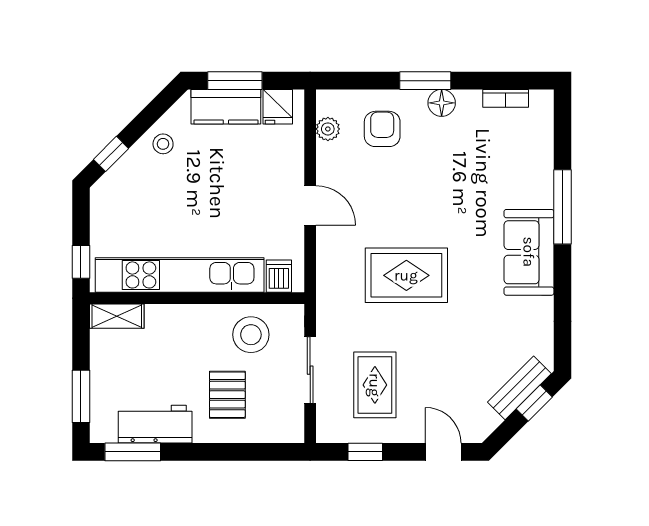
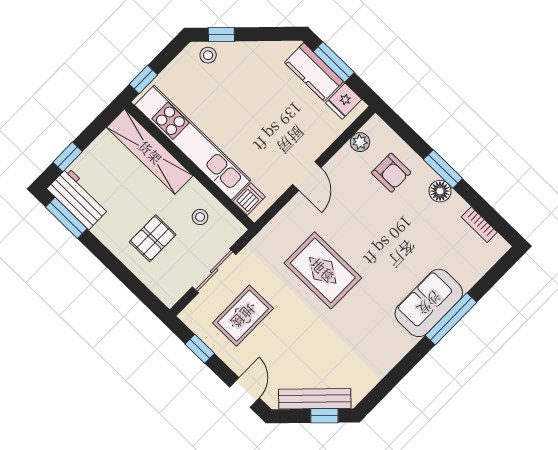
armchair: (382, 129) -> (391, 173), turned 90
stool: (163, 144) -> (208, 55), moved
sofa: (529, 252) -> (429, 303), moved
shelving: (117, 316) -> (150, 152), width x2.20, depth x1.33
stool: (251, 335) -> (200, 217), width x0.53, depth x0.53
bench: (519, 388) -> (315, 399), width x1.36
window: (81, 396) -> (68, 157), width x0.67
workbench: (155, 424) -> (78, 198), moved

